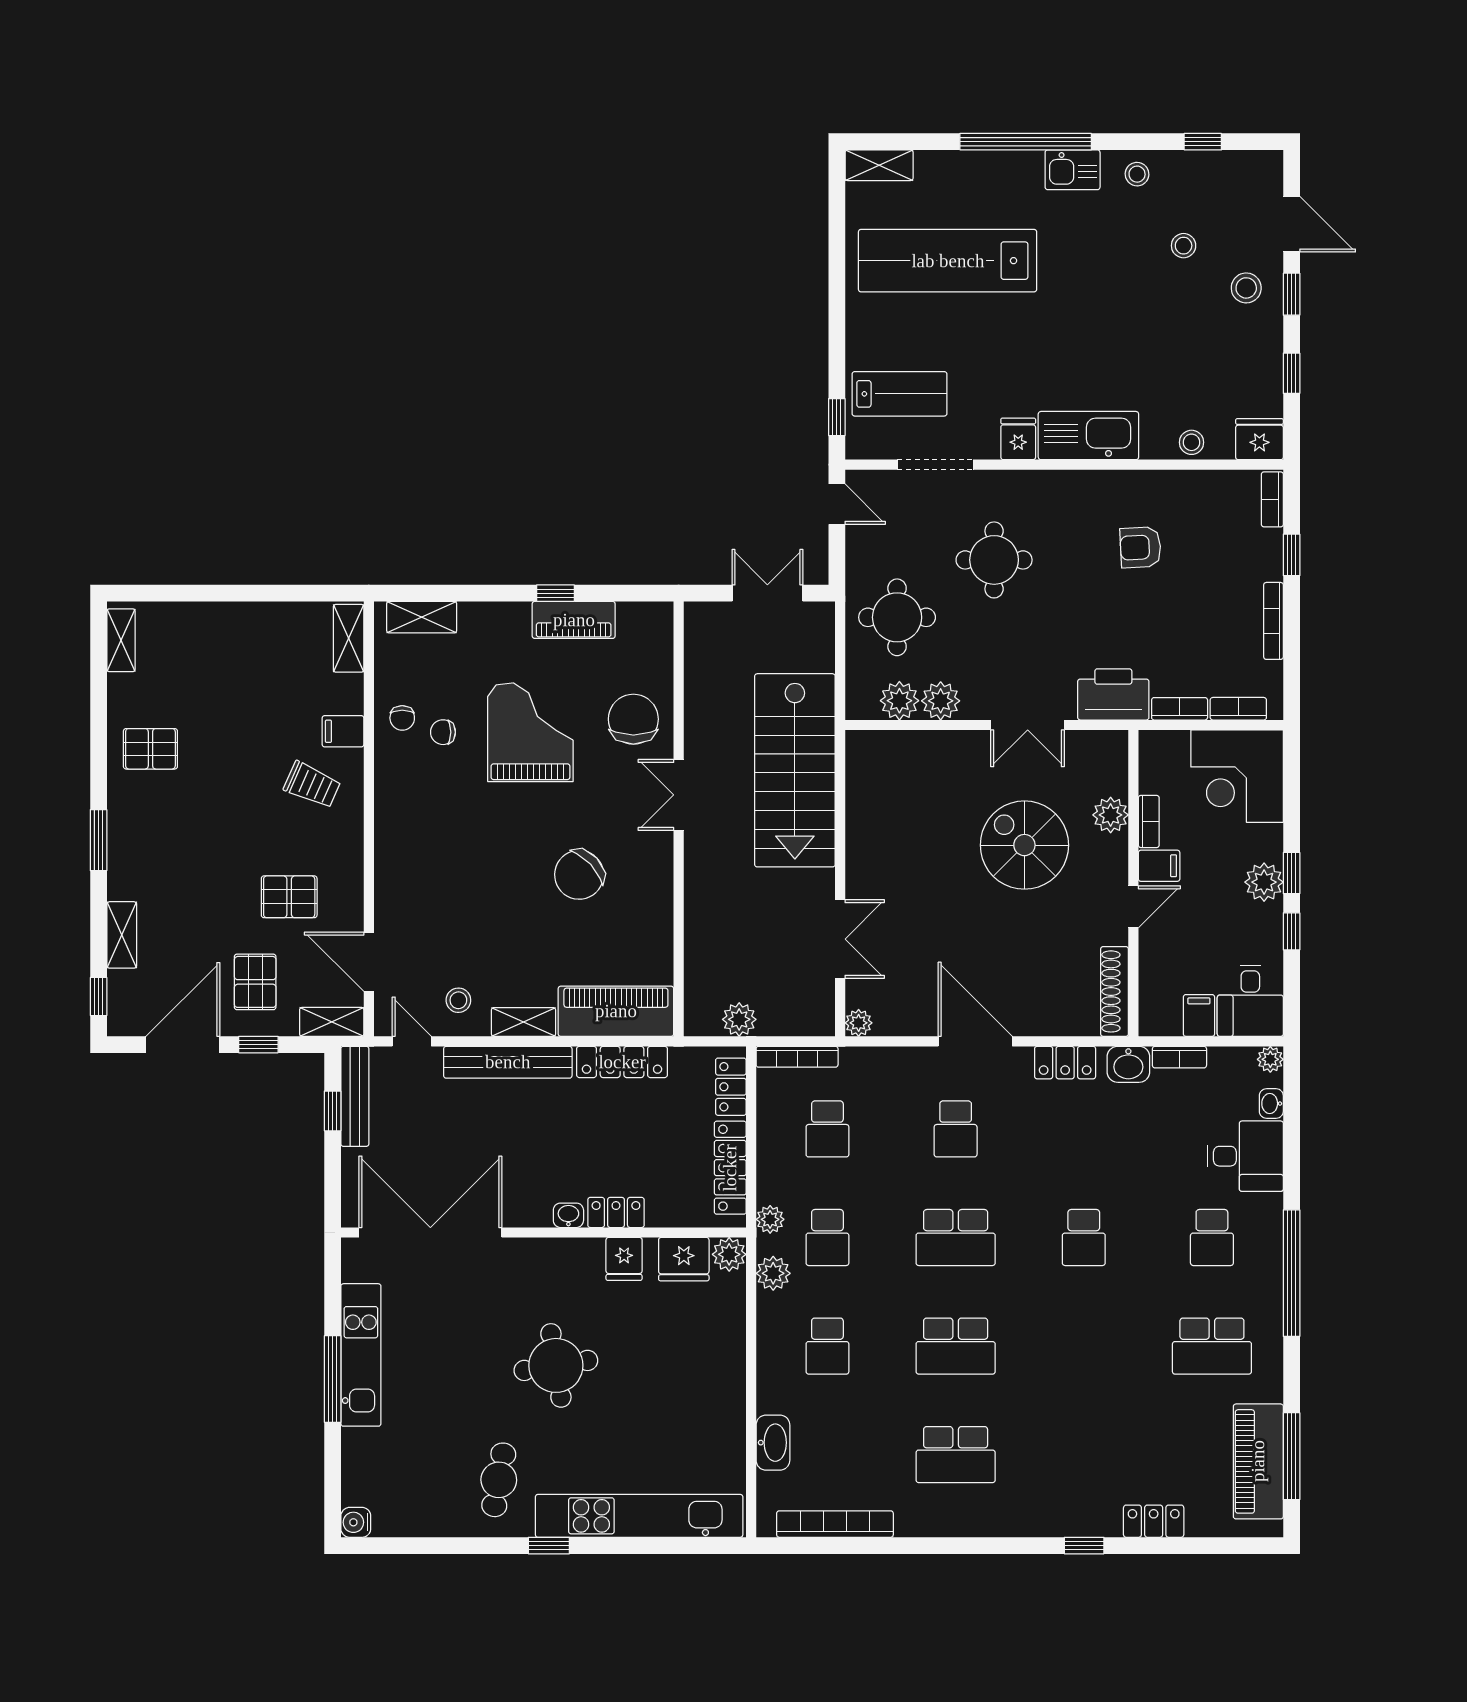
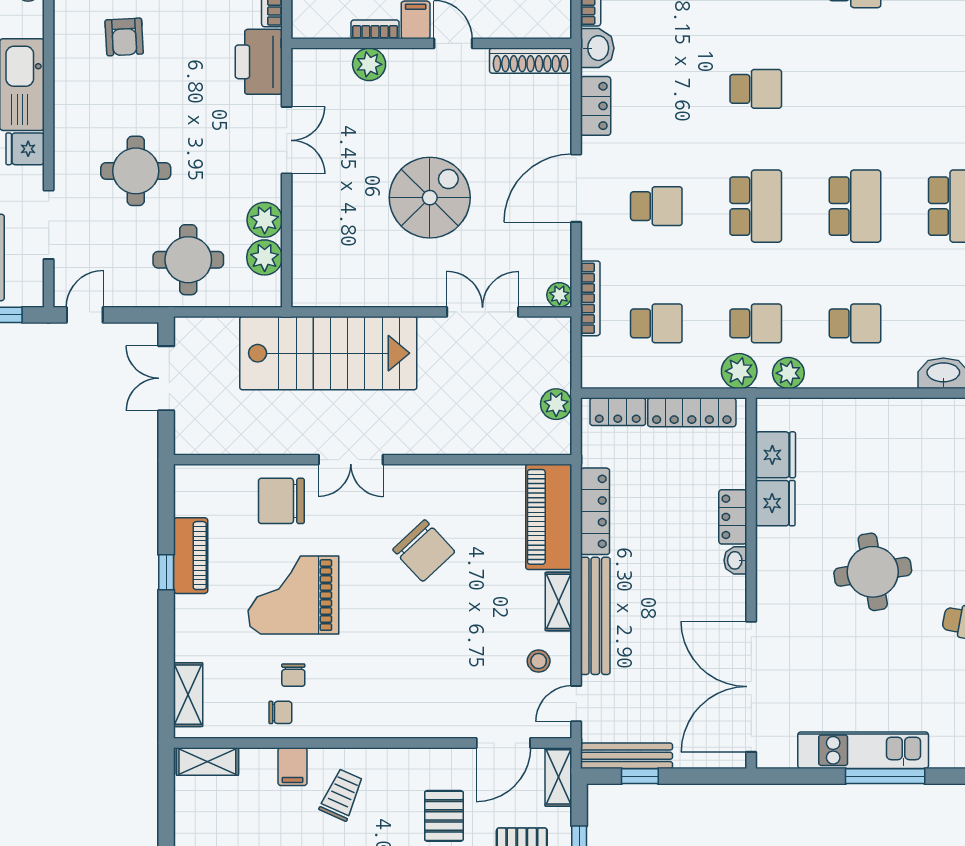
spiral stairs: (1024, 845) -> (430, 198), moved, turned 180
bookcase: (797, 1057) -> (590, 298), moved
plant: (770, 1219) -> (739, 371), width x1.38, depth x1.38
plant: (729, 1254) -> (771, 413), removed
fridge: (624, 1259) -> (775, 503), width x1.38

